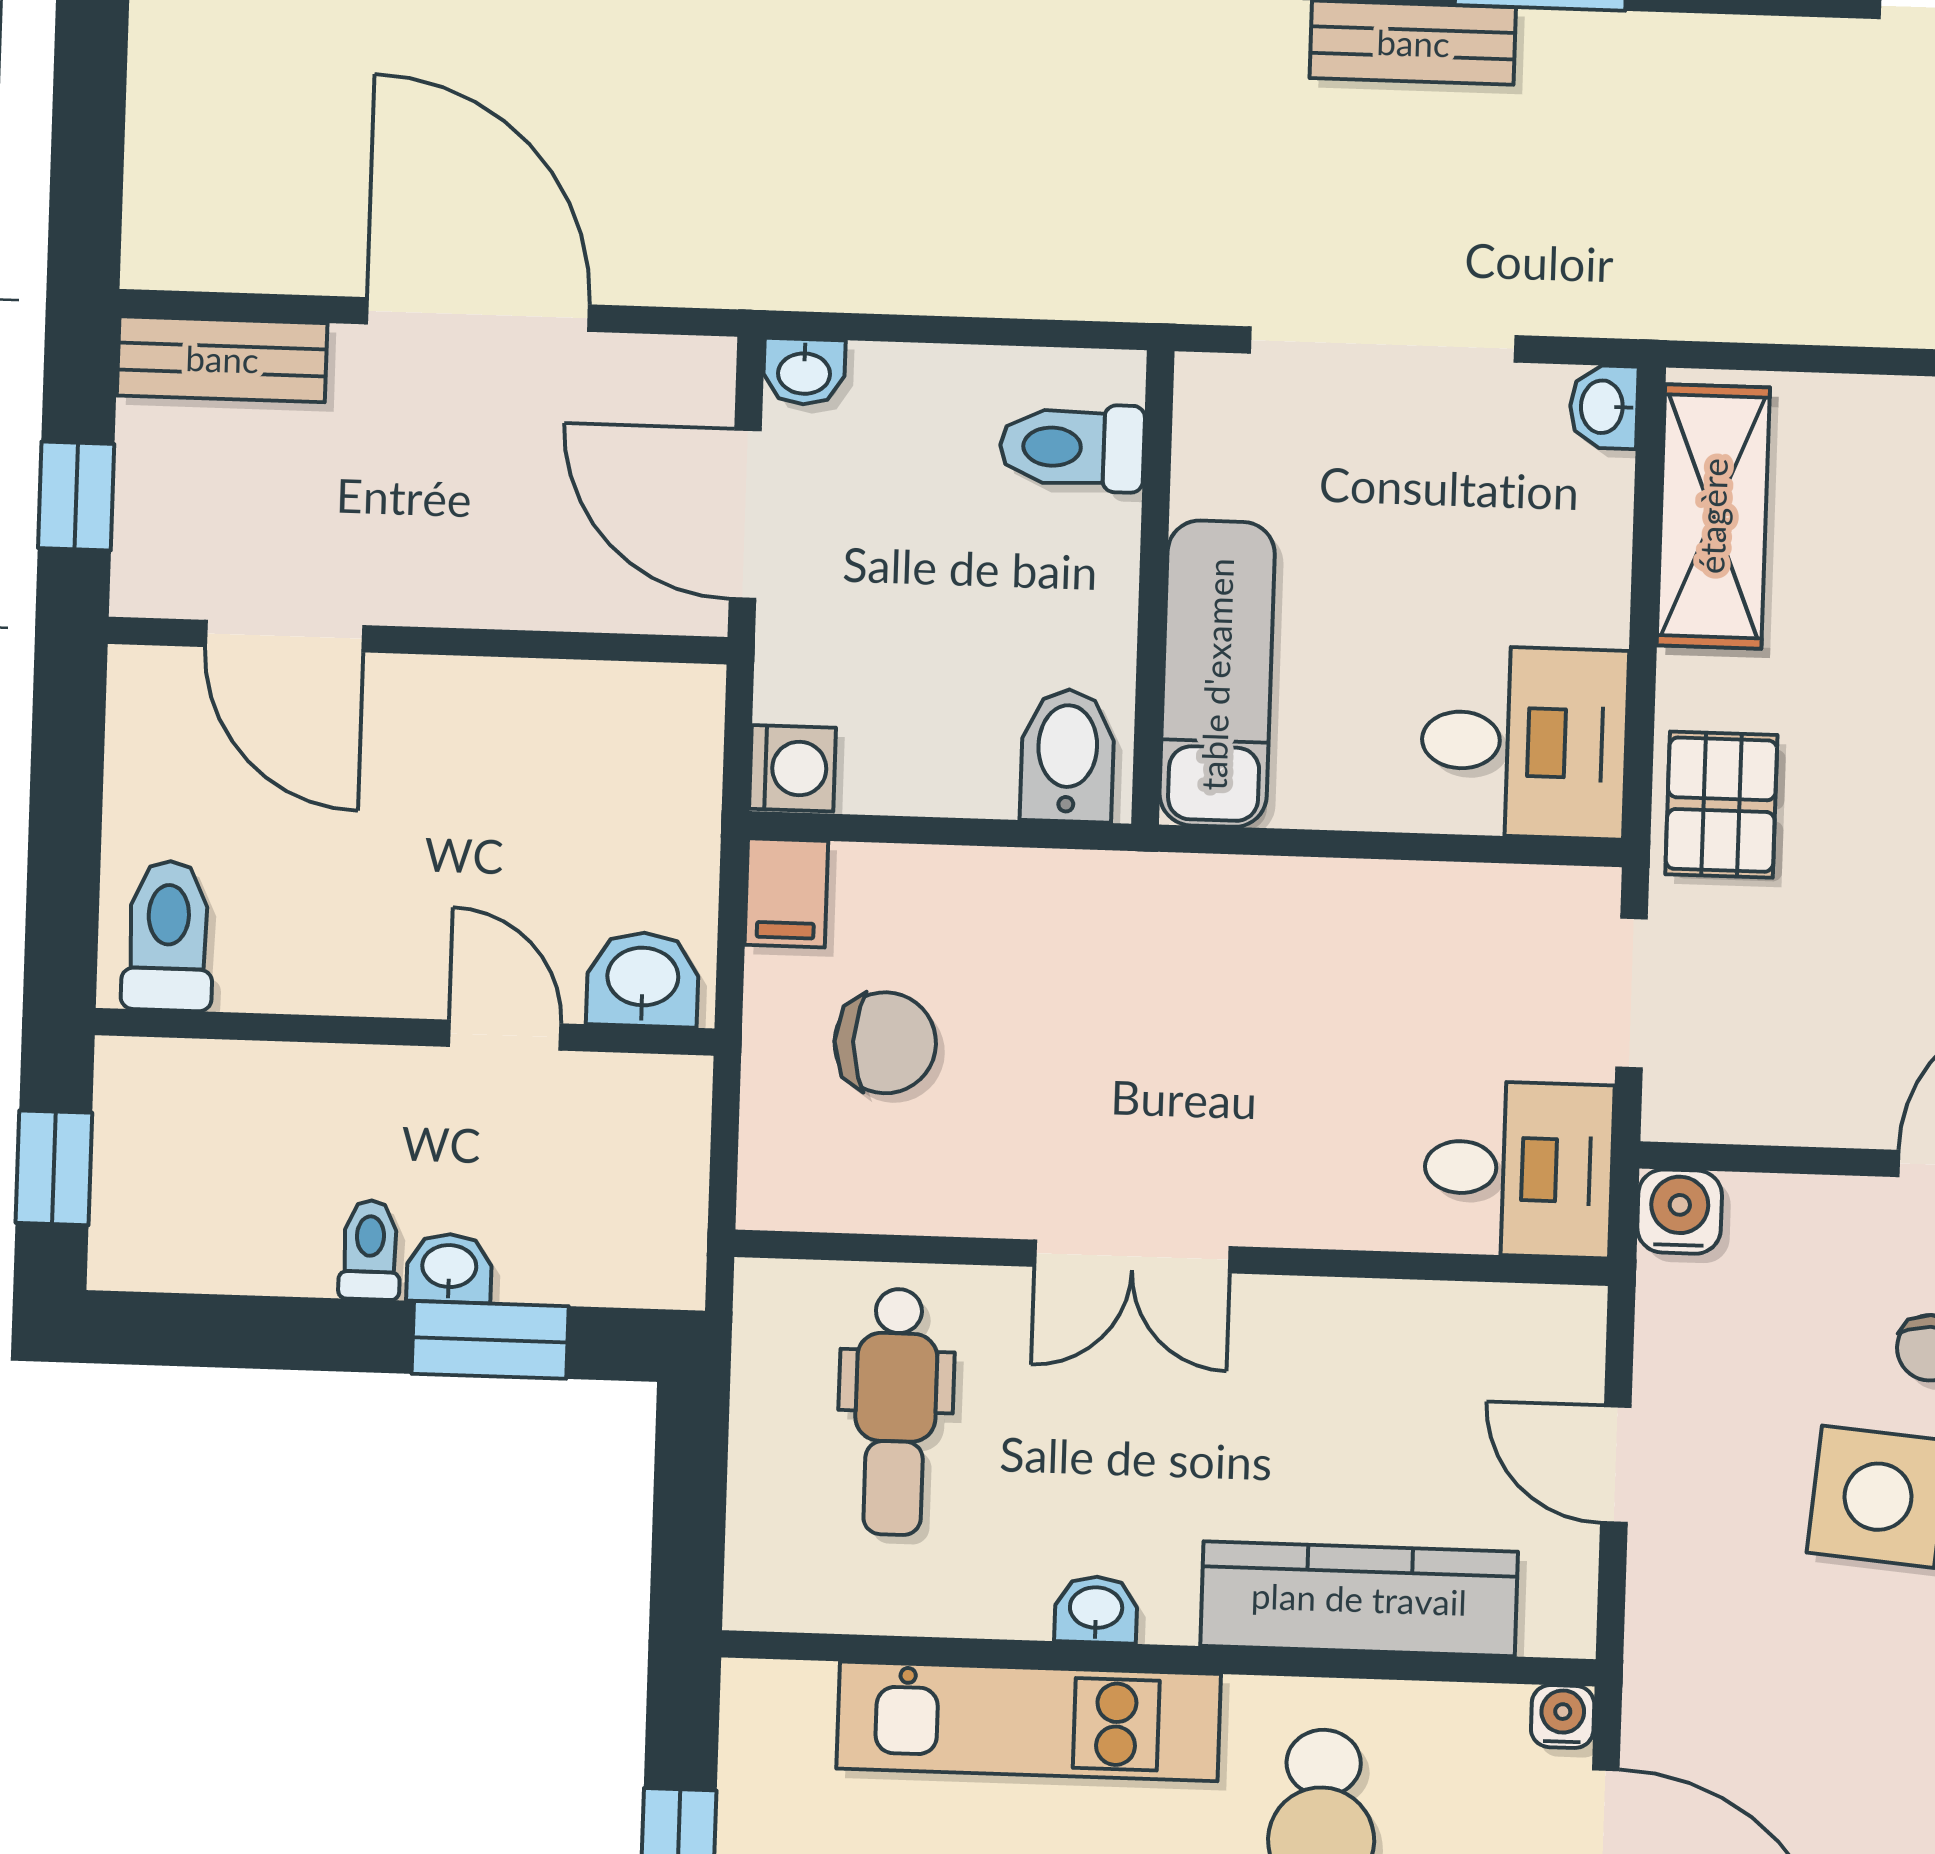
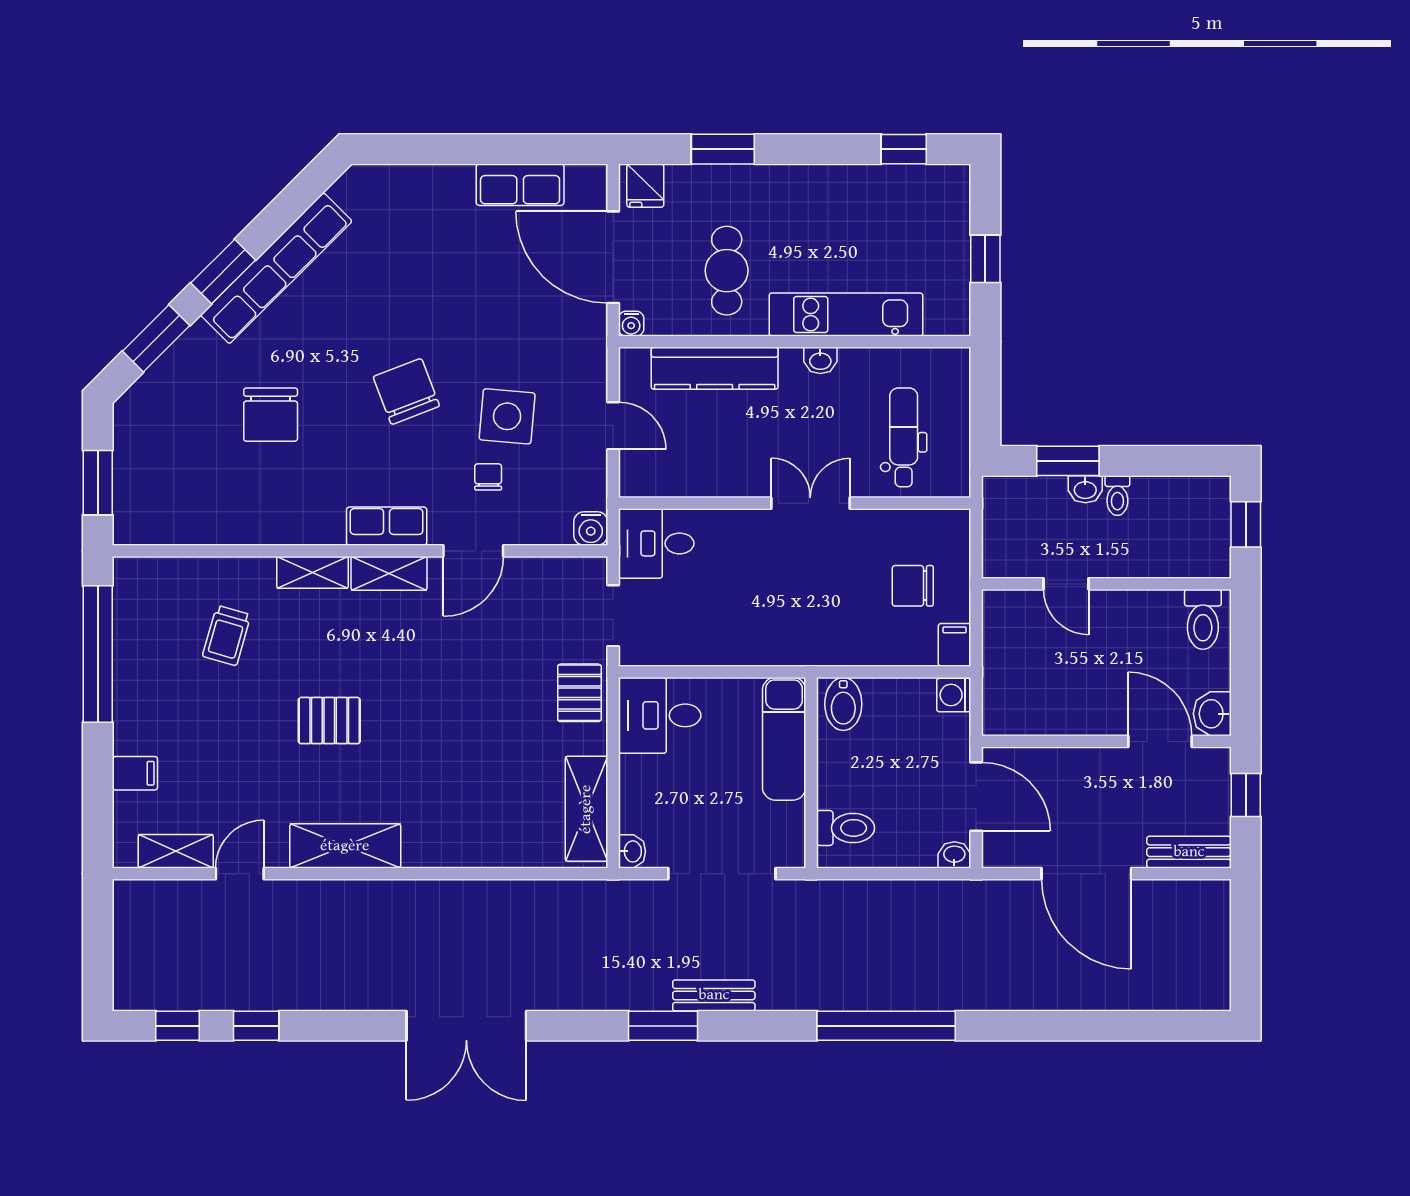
washbasin: (643, 979) -> (1212, 714), moved, turned 90

